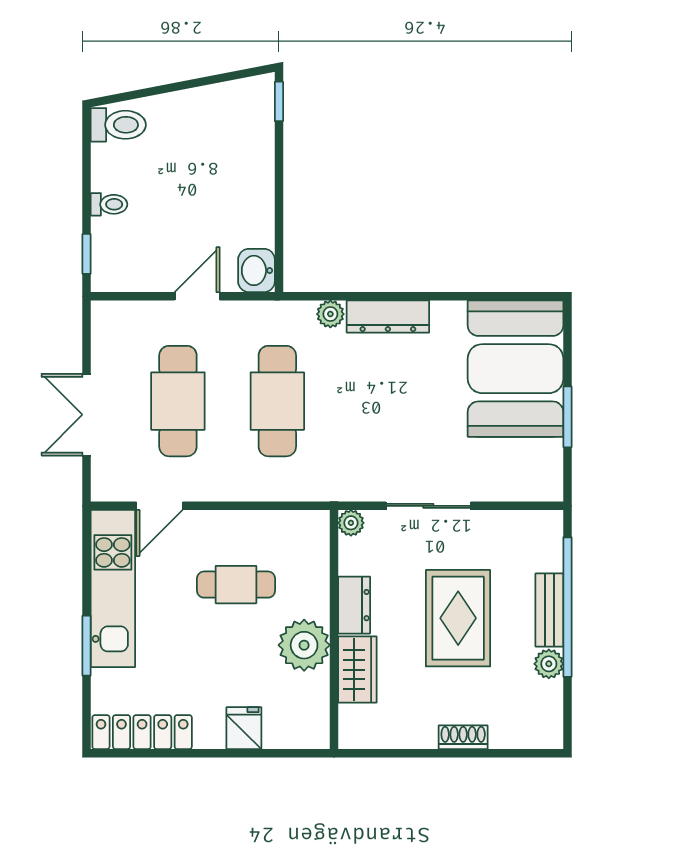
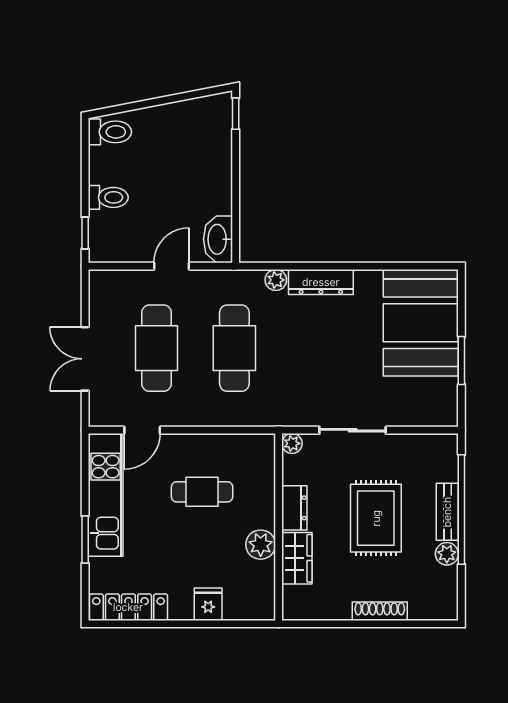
toilet: (109, 204) -> (108, 197), width x1.37, depth x1.39
washbasin: (256, 270) -> (218, 239), width x1.38
plant: (304, 645) -> (261, 545), width x0.73, depth x0.73
shoe rack: (463, 737) -> (380, 611), width x1.43

